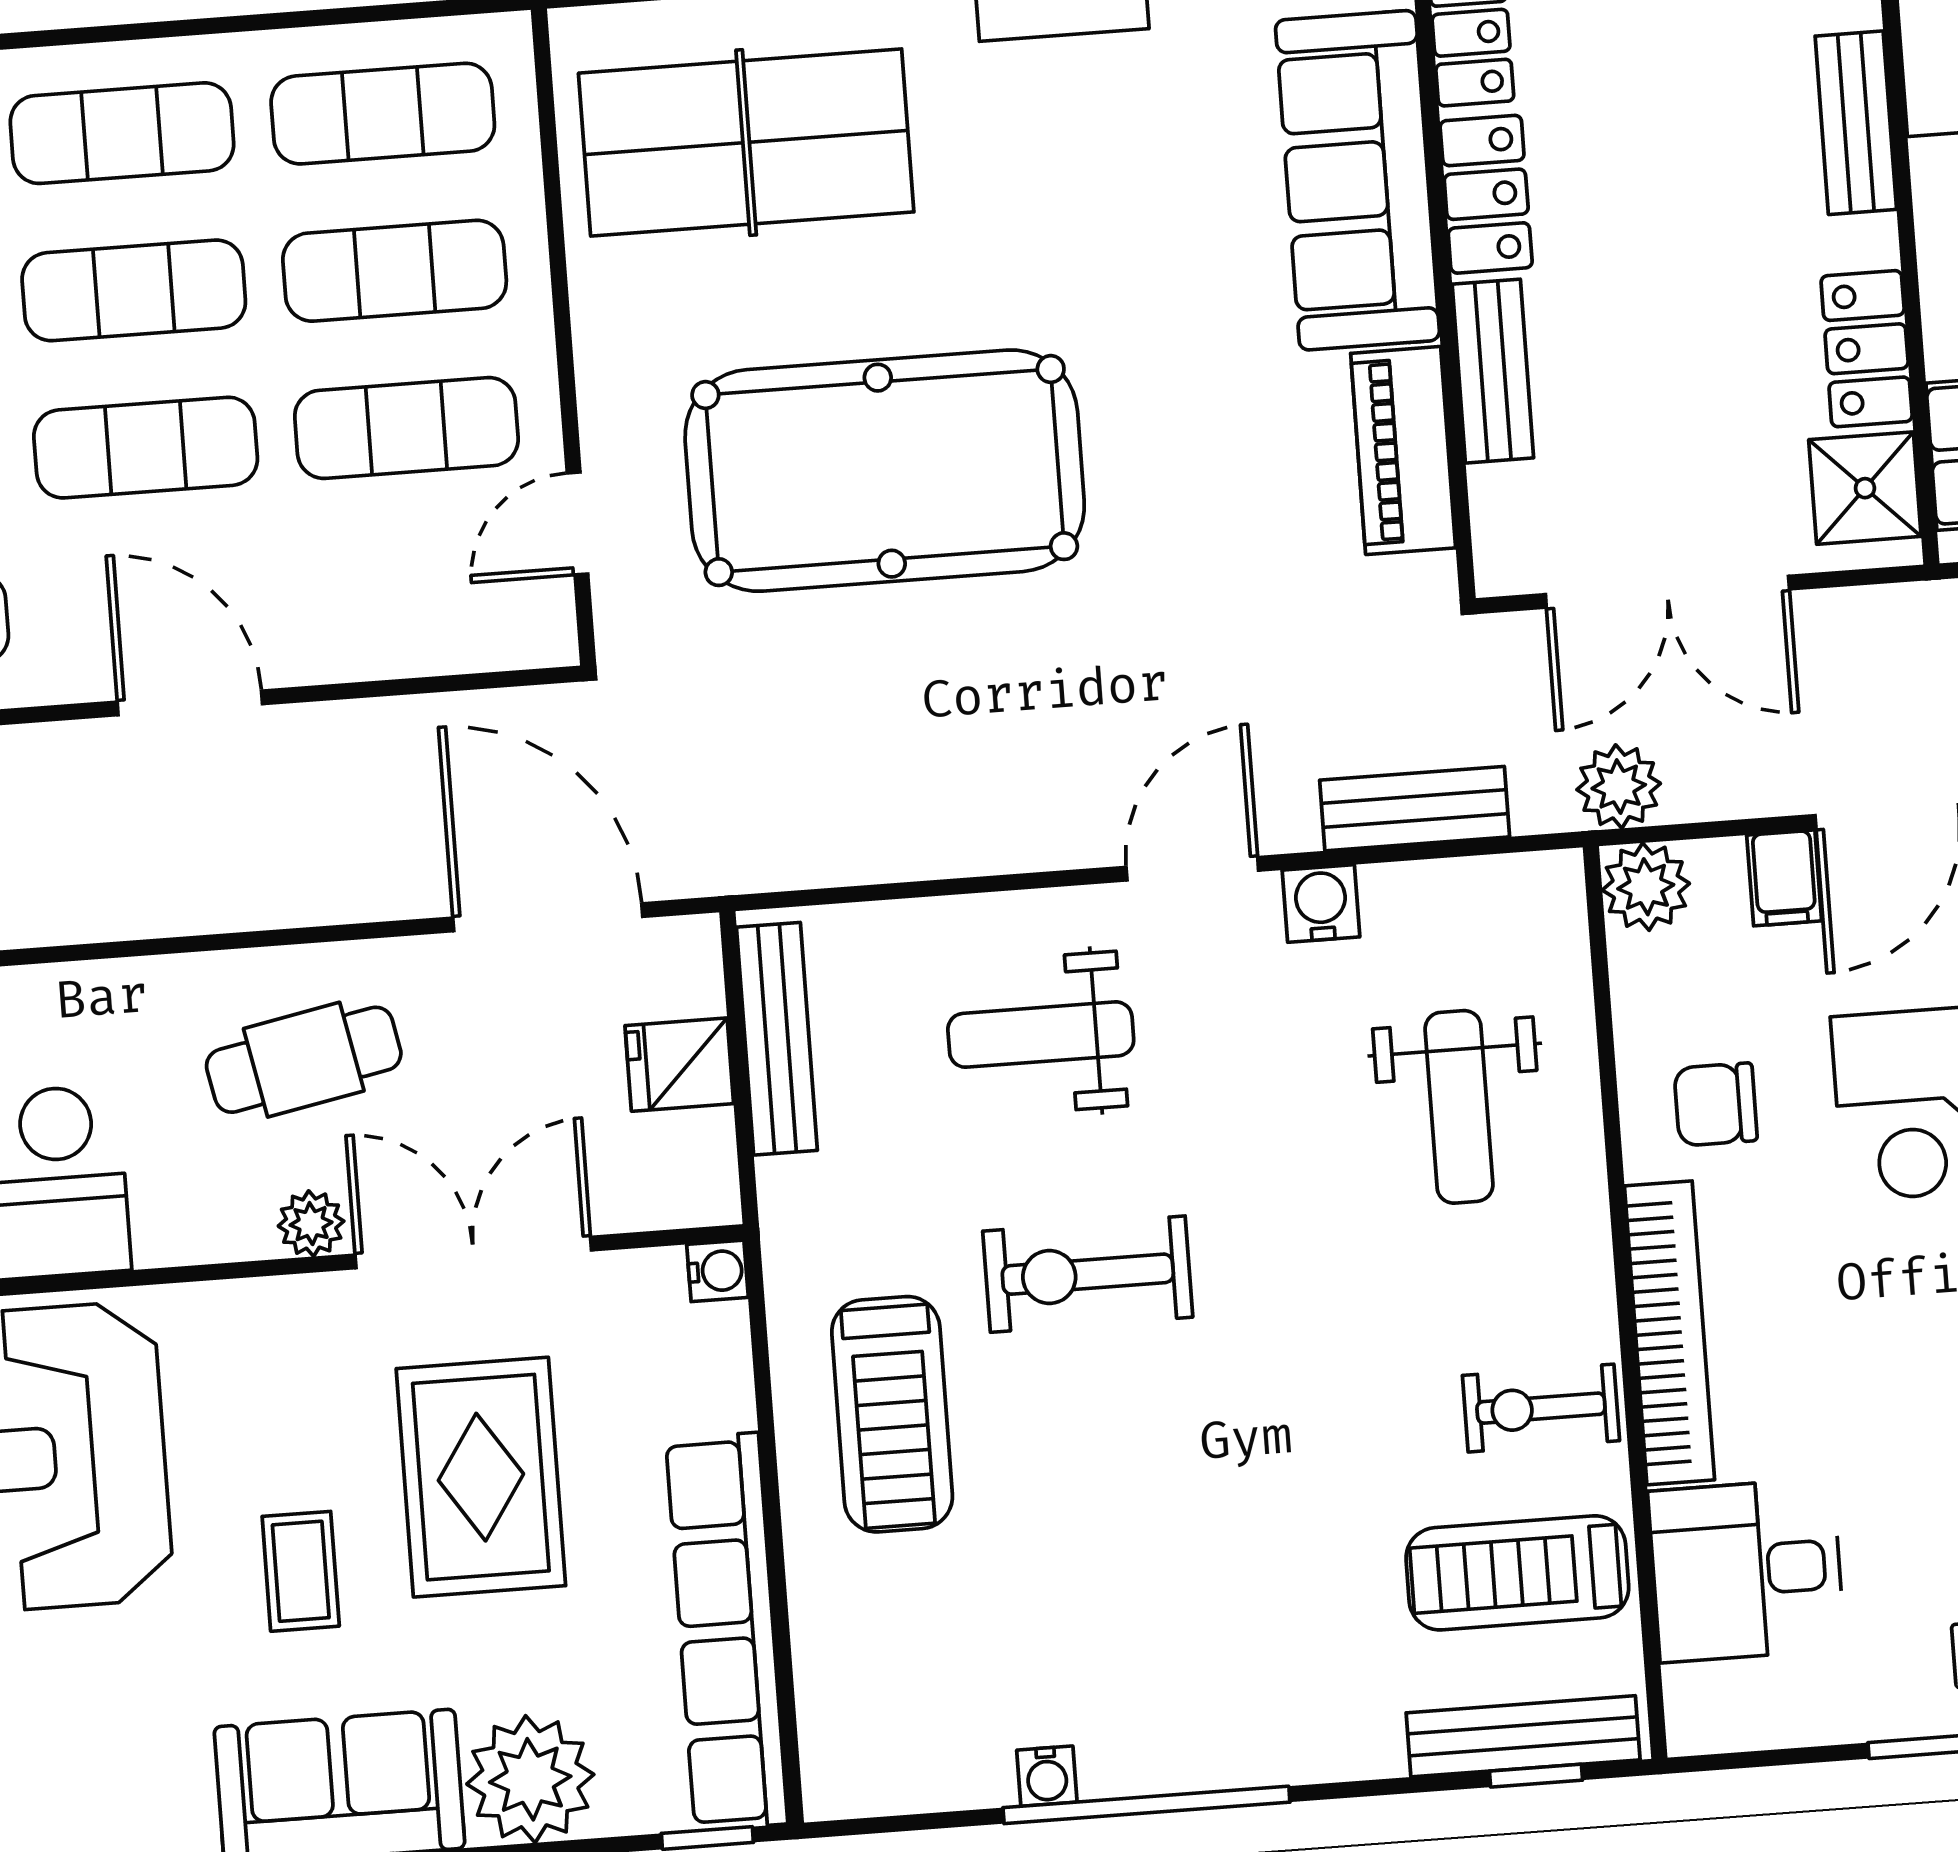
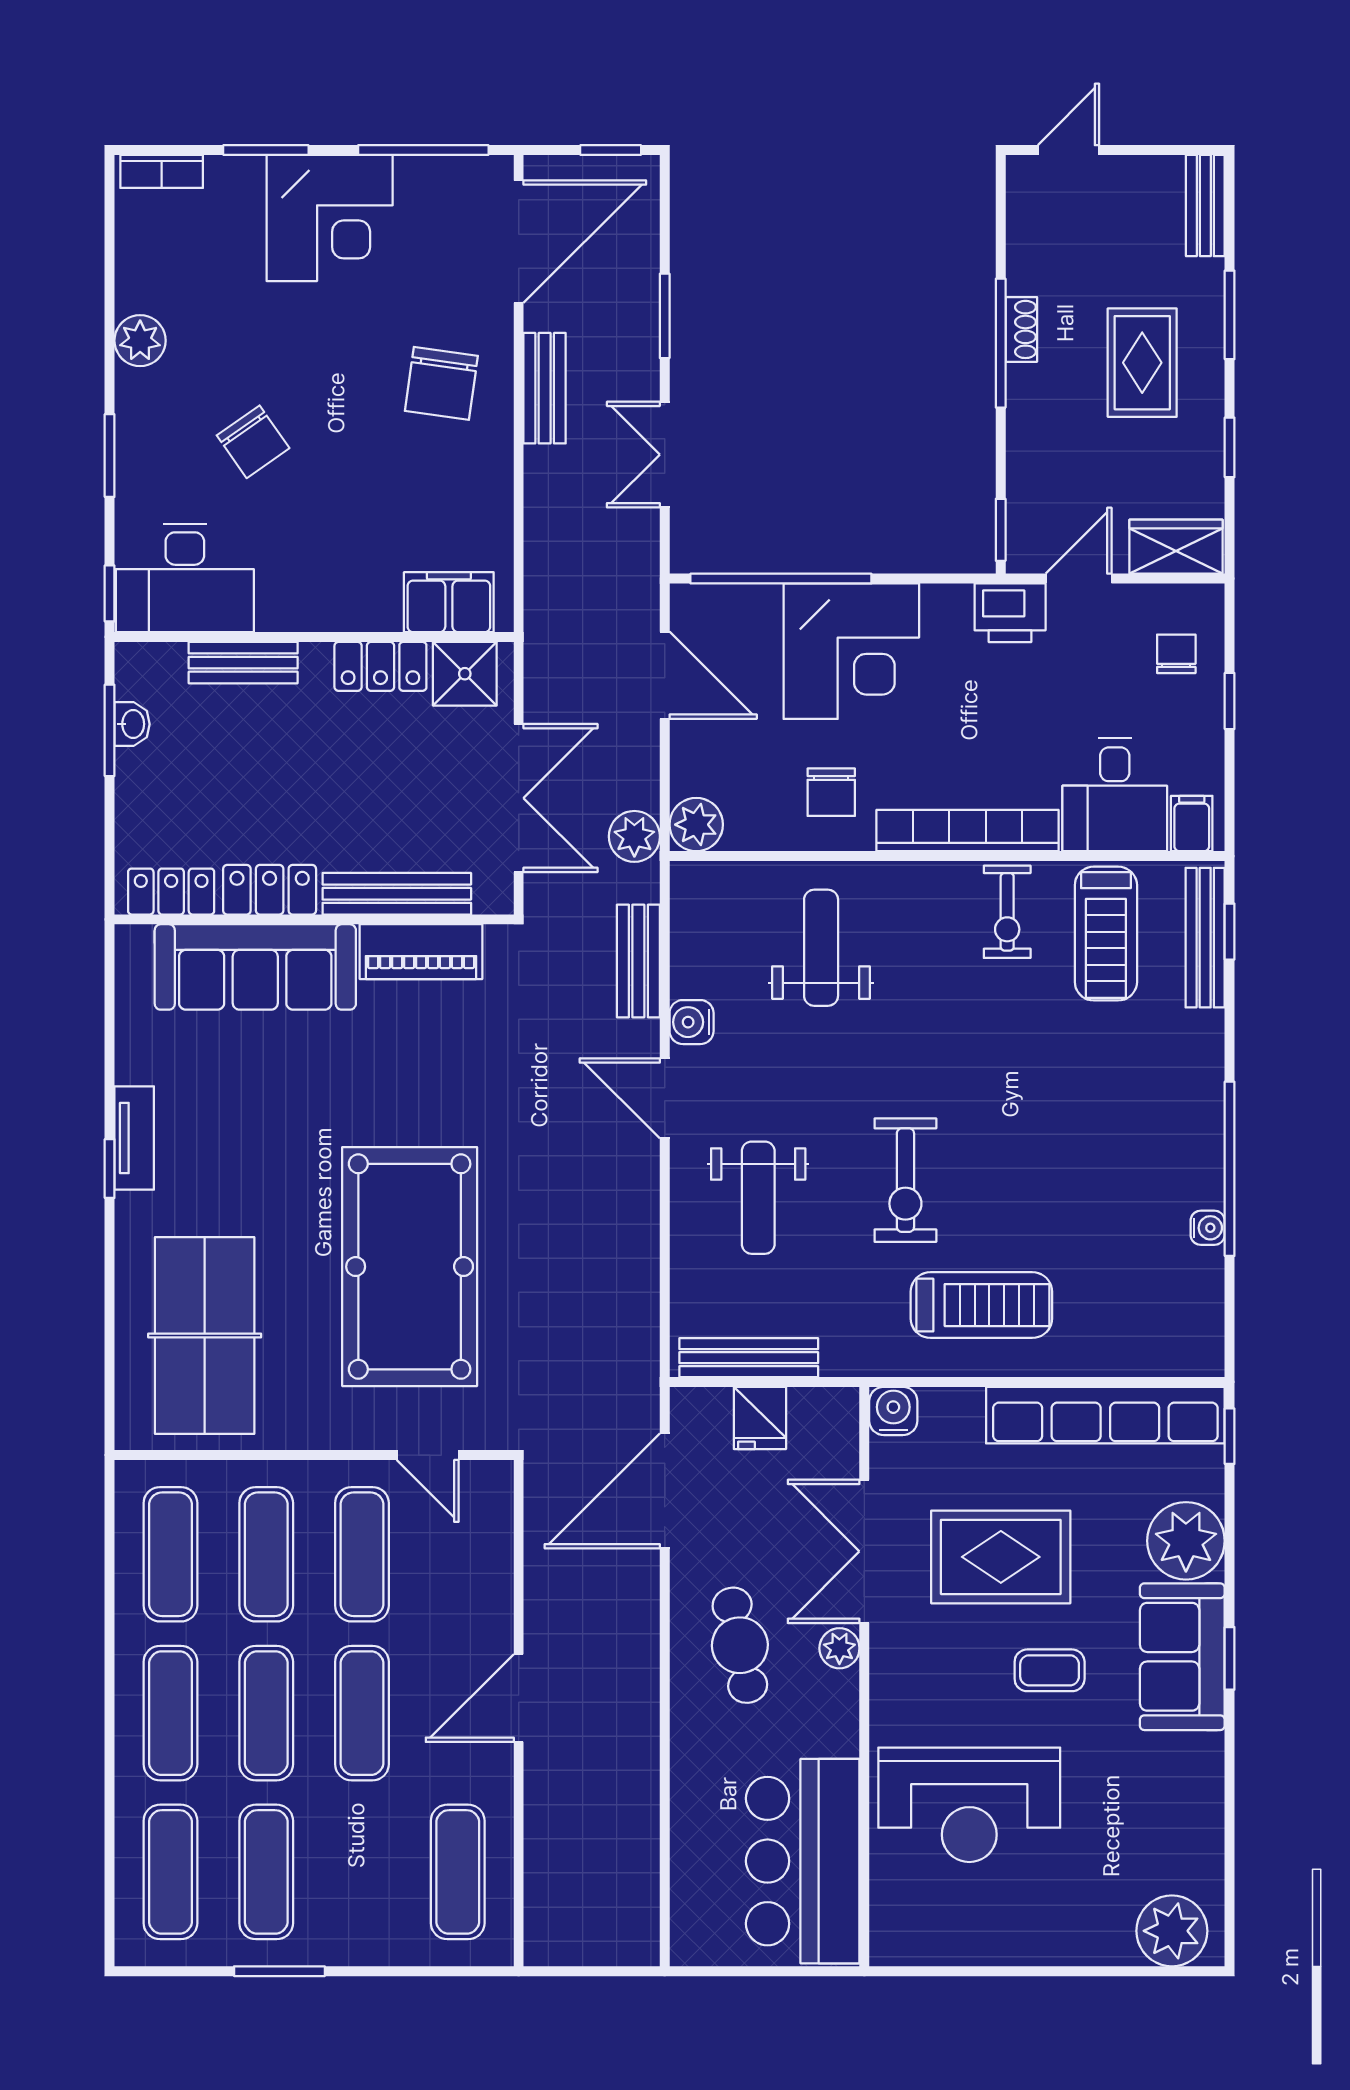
bench: (1493, 371) -> (397, 894), width x1.36
filing cabinet: (1784, 878) -> (1192, 824), moved, turned -90
weight bench: (1459, 1107) -> (821, 948), turned -90
water cooler: (717, 1271) -> (893, 1411), width x1.38, depth x1.38

